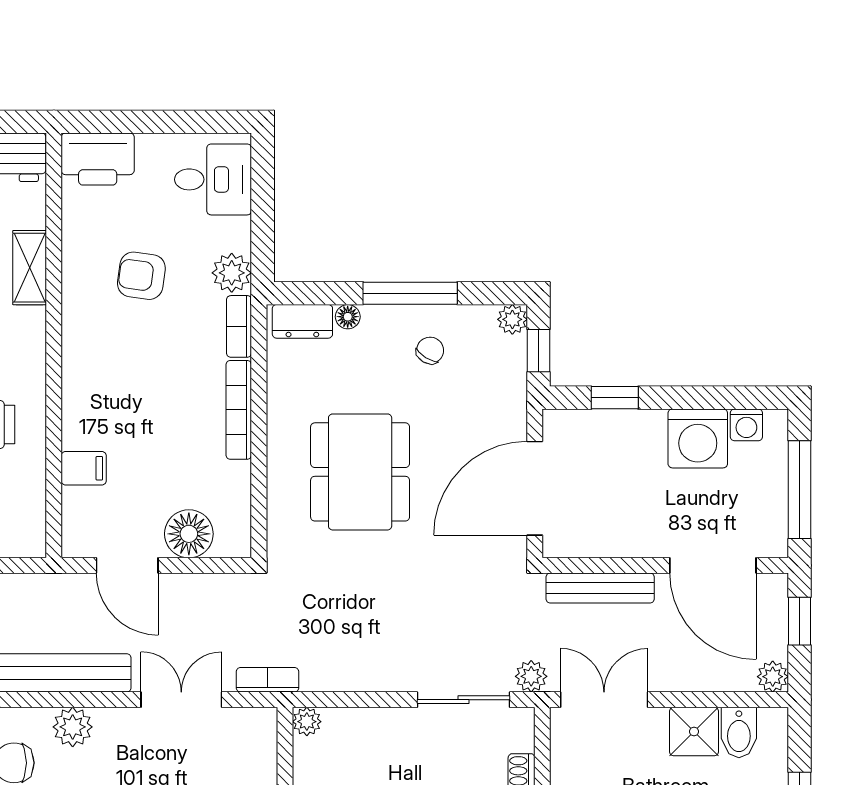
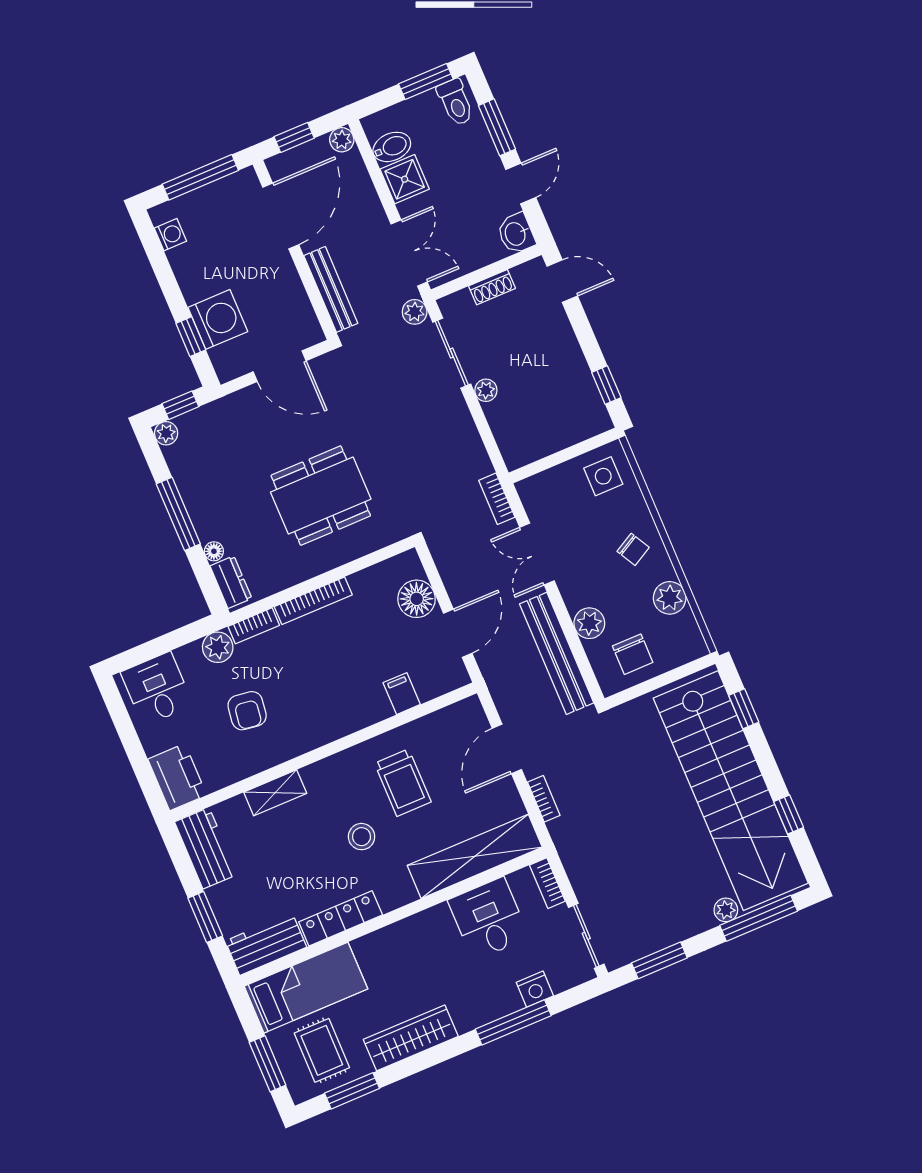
chair: (430, 350) -> (213, 482), removed
washing machine: (698, 438) -> (218, 319), moved
door: (535, 488) -> (280, 366), width x0.73
double door: (604, 700) -> (409, 253), swing flipped
plant: (307, 722) -> (486, 390), moved

